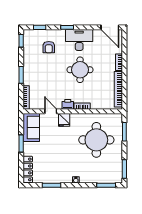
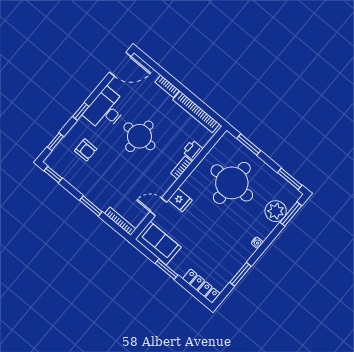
printer: (68, 104) -> (193, 150), moved
plant: (101, 176) -> (276, 211), added

